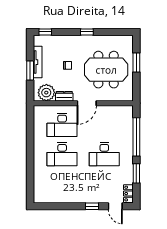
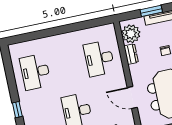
door: (87, 103) -> (132, 98), moved
desk: (62, 154) -> (35, 72), moved

